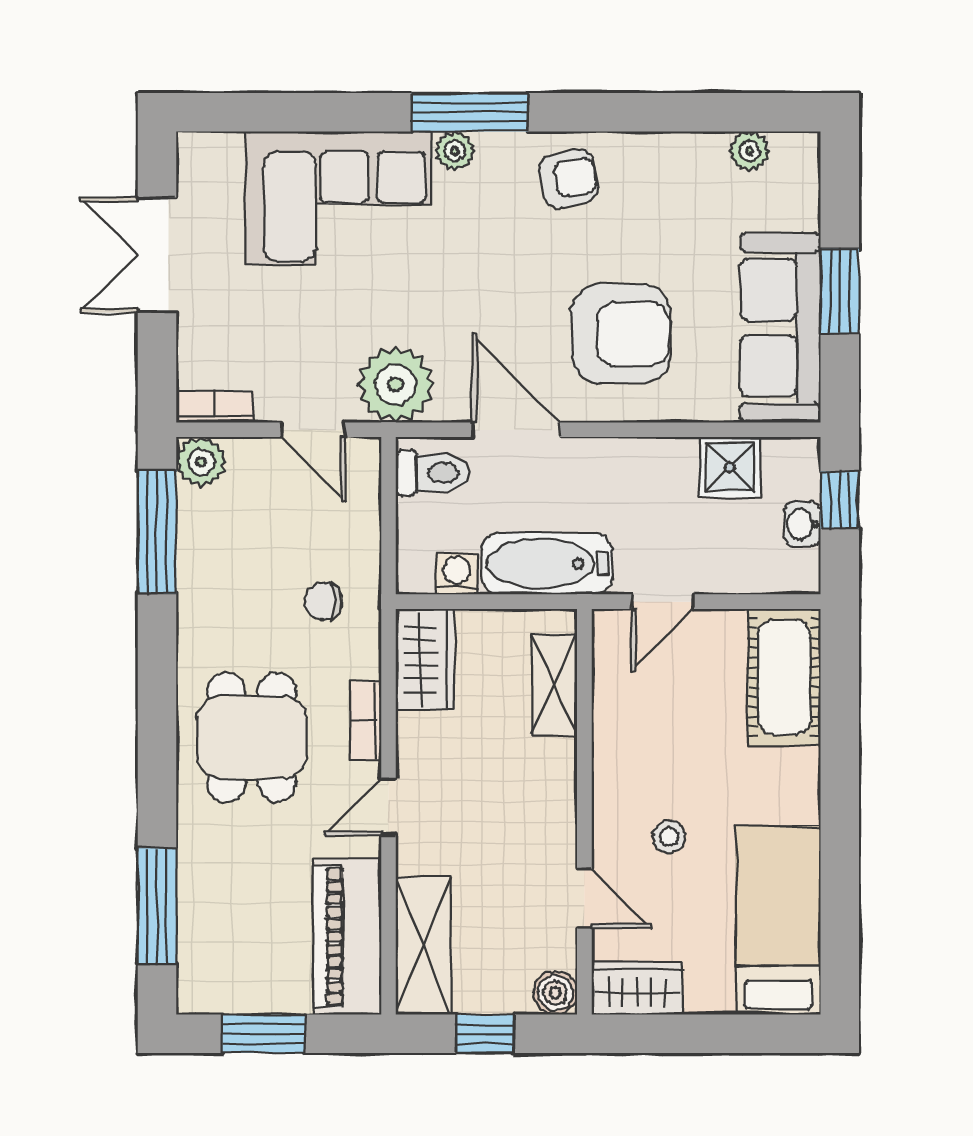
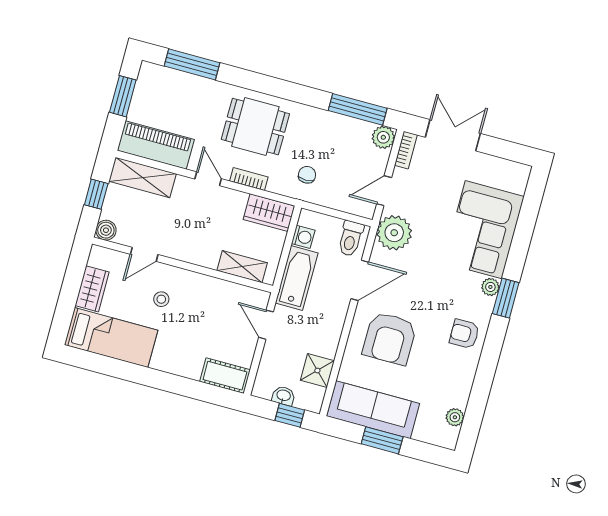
window: (470, 112) -> (506, 298), width x0.69
armchair: (569, 179) -> (464, 334), turned 102
double door: (157, 255) -> (453, 135), moved
cot: (784, 677) -> (225, 376), width x0.73, depth x0.75
wardrobe: (637, 988) -> (92, 289), moved

